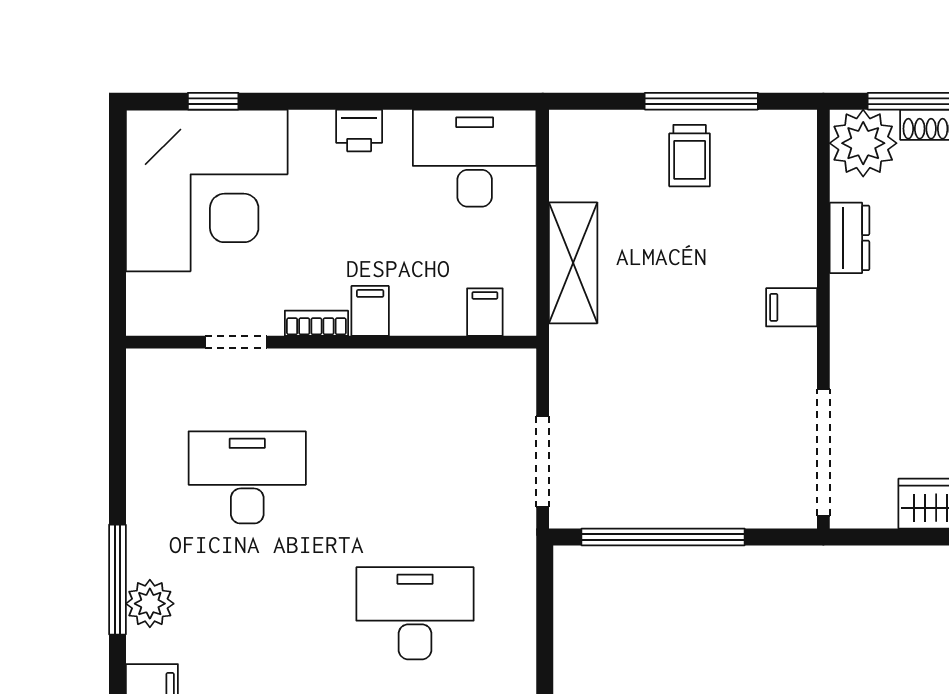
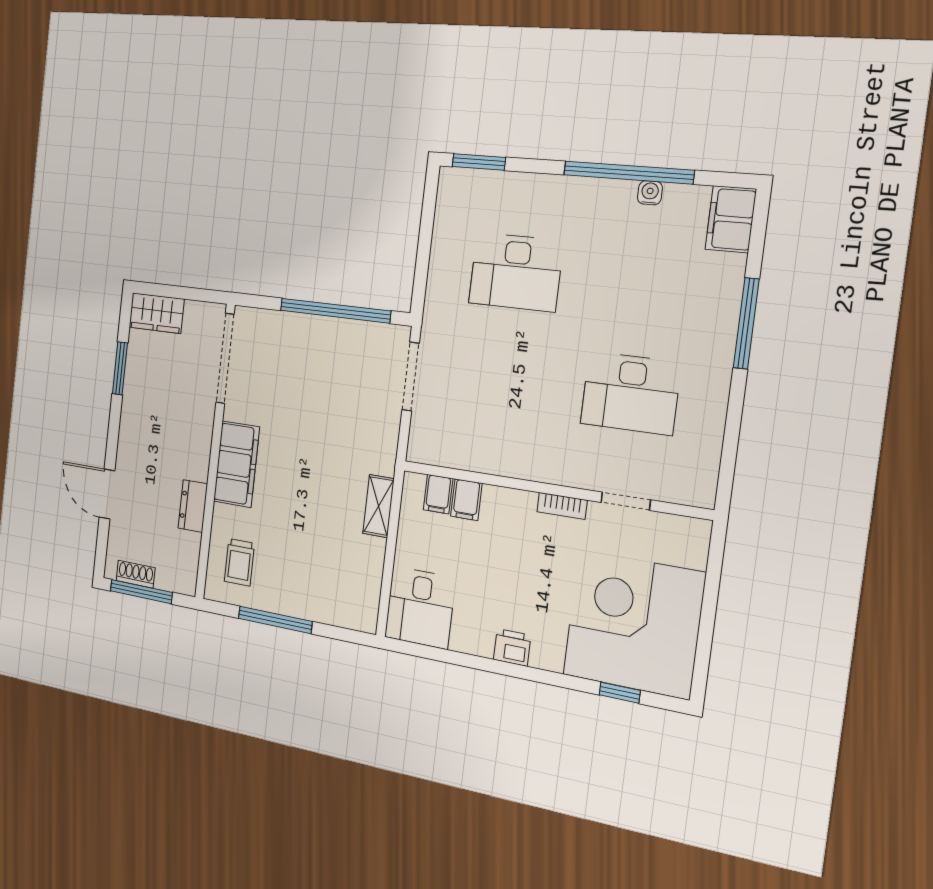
plant: (863, 143) -> (177, 570), removed
trolley: (690, 156) -> (239, 562), moved, turned 180
desk: (475, 158) -> (420, 608), width x0.73
shelving: (573, 263) -> (378, 506), width x0.67, depth x0.75
filing cabinet: (792, 307) -> (236, 464), width x3.00, depth x1.17
filing cabinet: (370, 311) -> (466, 500), moved
plant: (150, 604) -> (722, 301), removed

